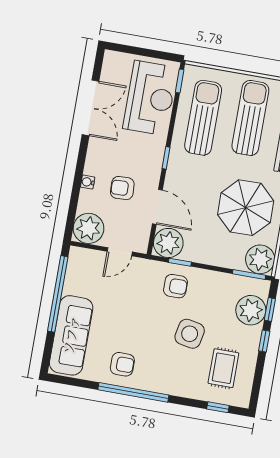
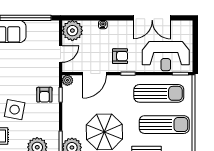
armchair: (122, 188) -> (120, 56), moved, turned 92
plant: (168, 243) -> (67, 80), width x0.53, depth x0.53
door: (120, 252) -> (61, 54), swing flipped

